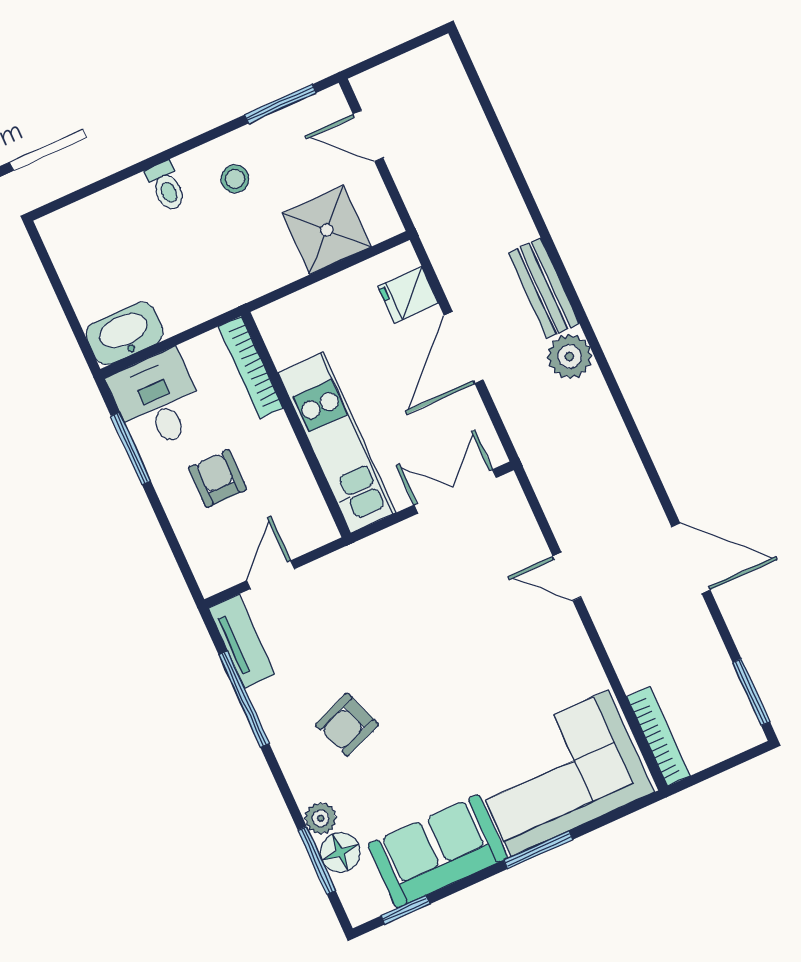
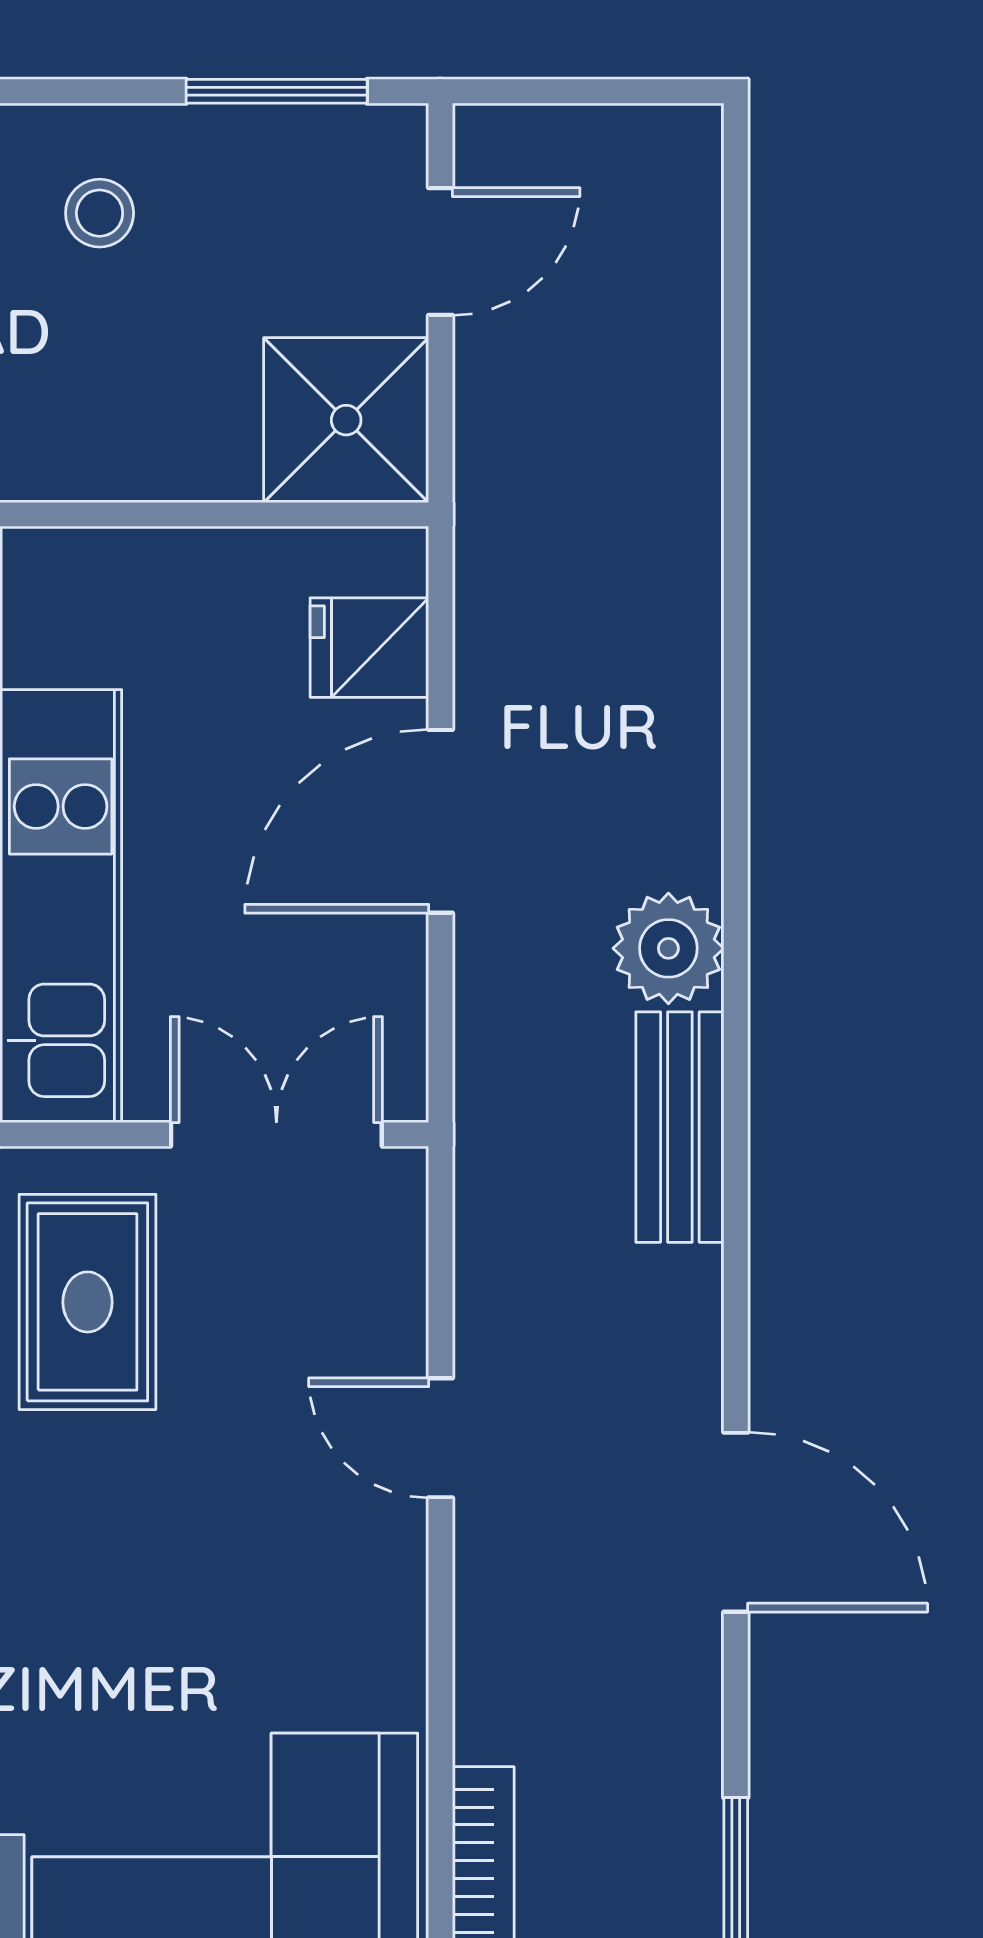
door: (368, 136) -> (440, 252), swing flipped
shower: (327, 230) -> (346, 420), moved
bench: (544, 288) -> (680, 1127), moved
rug: (413, 585) -> (87, 1302), added

